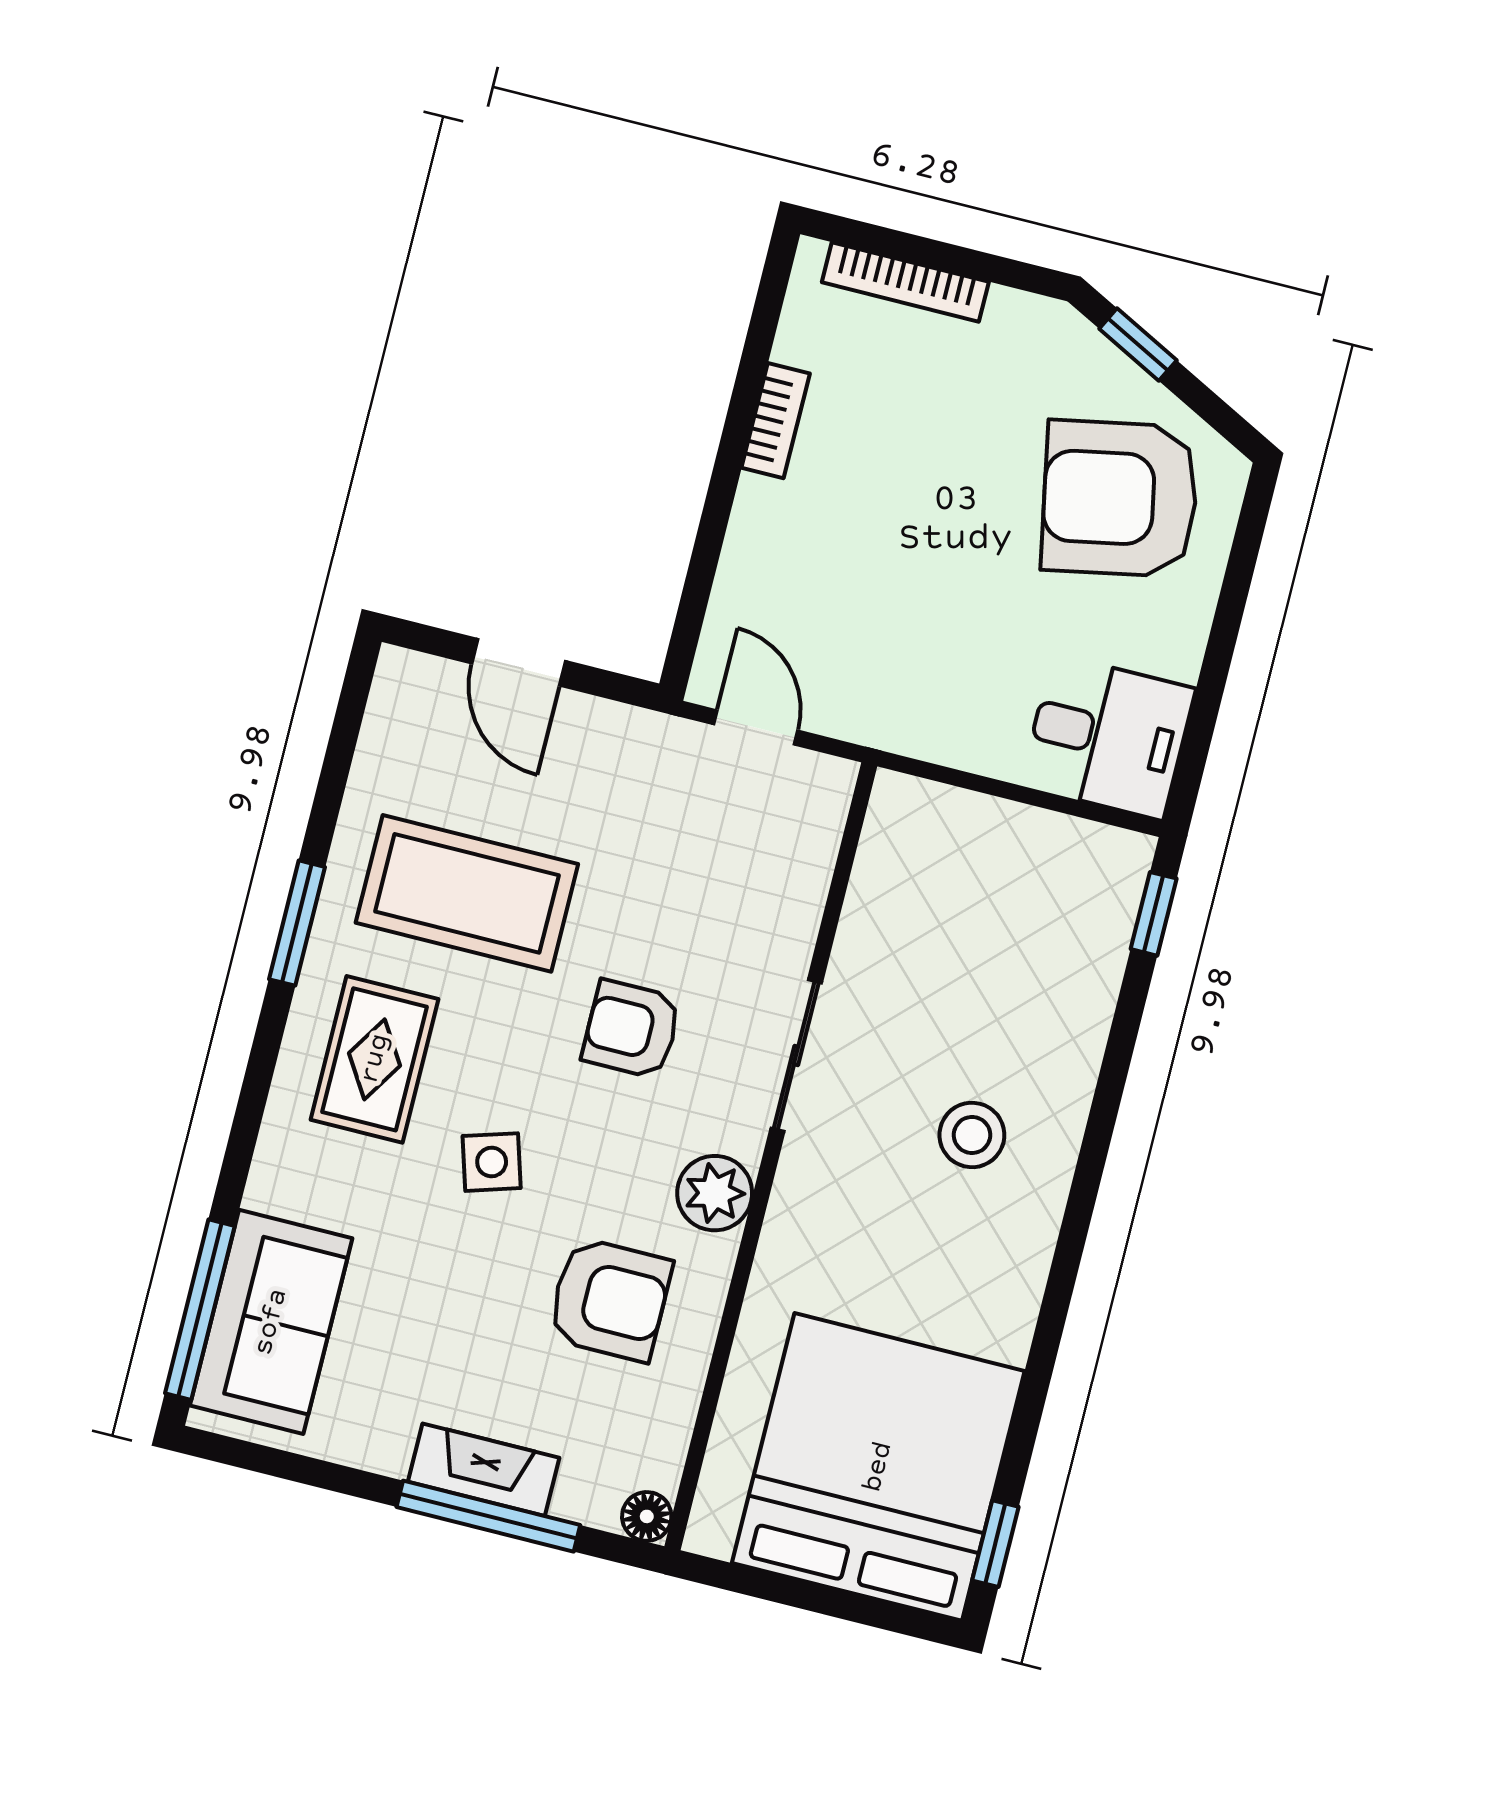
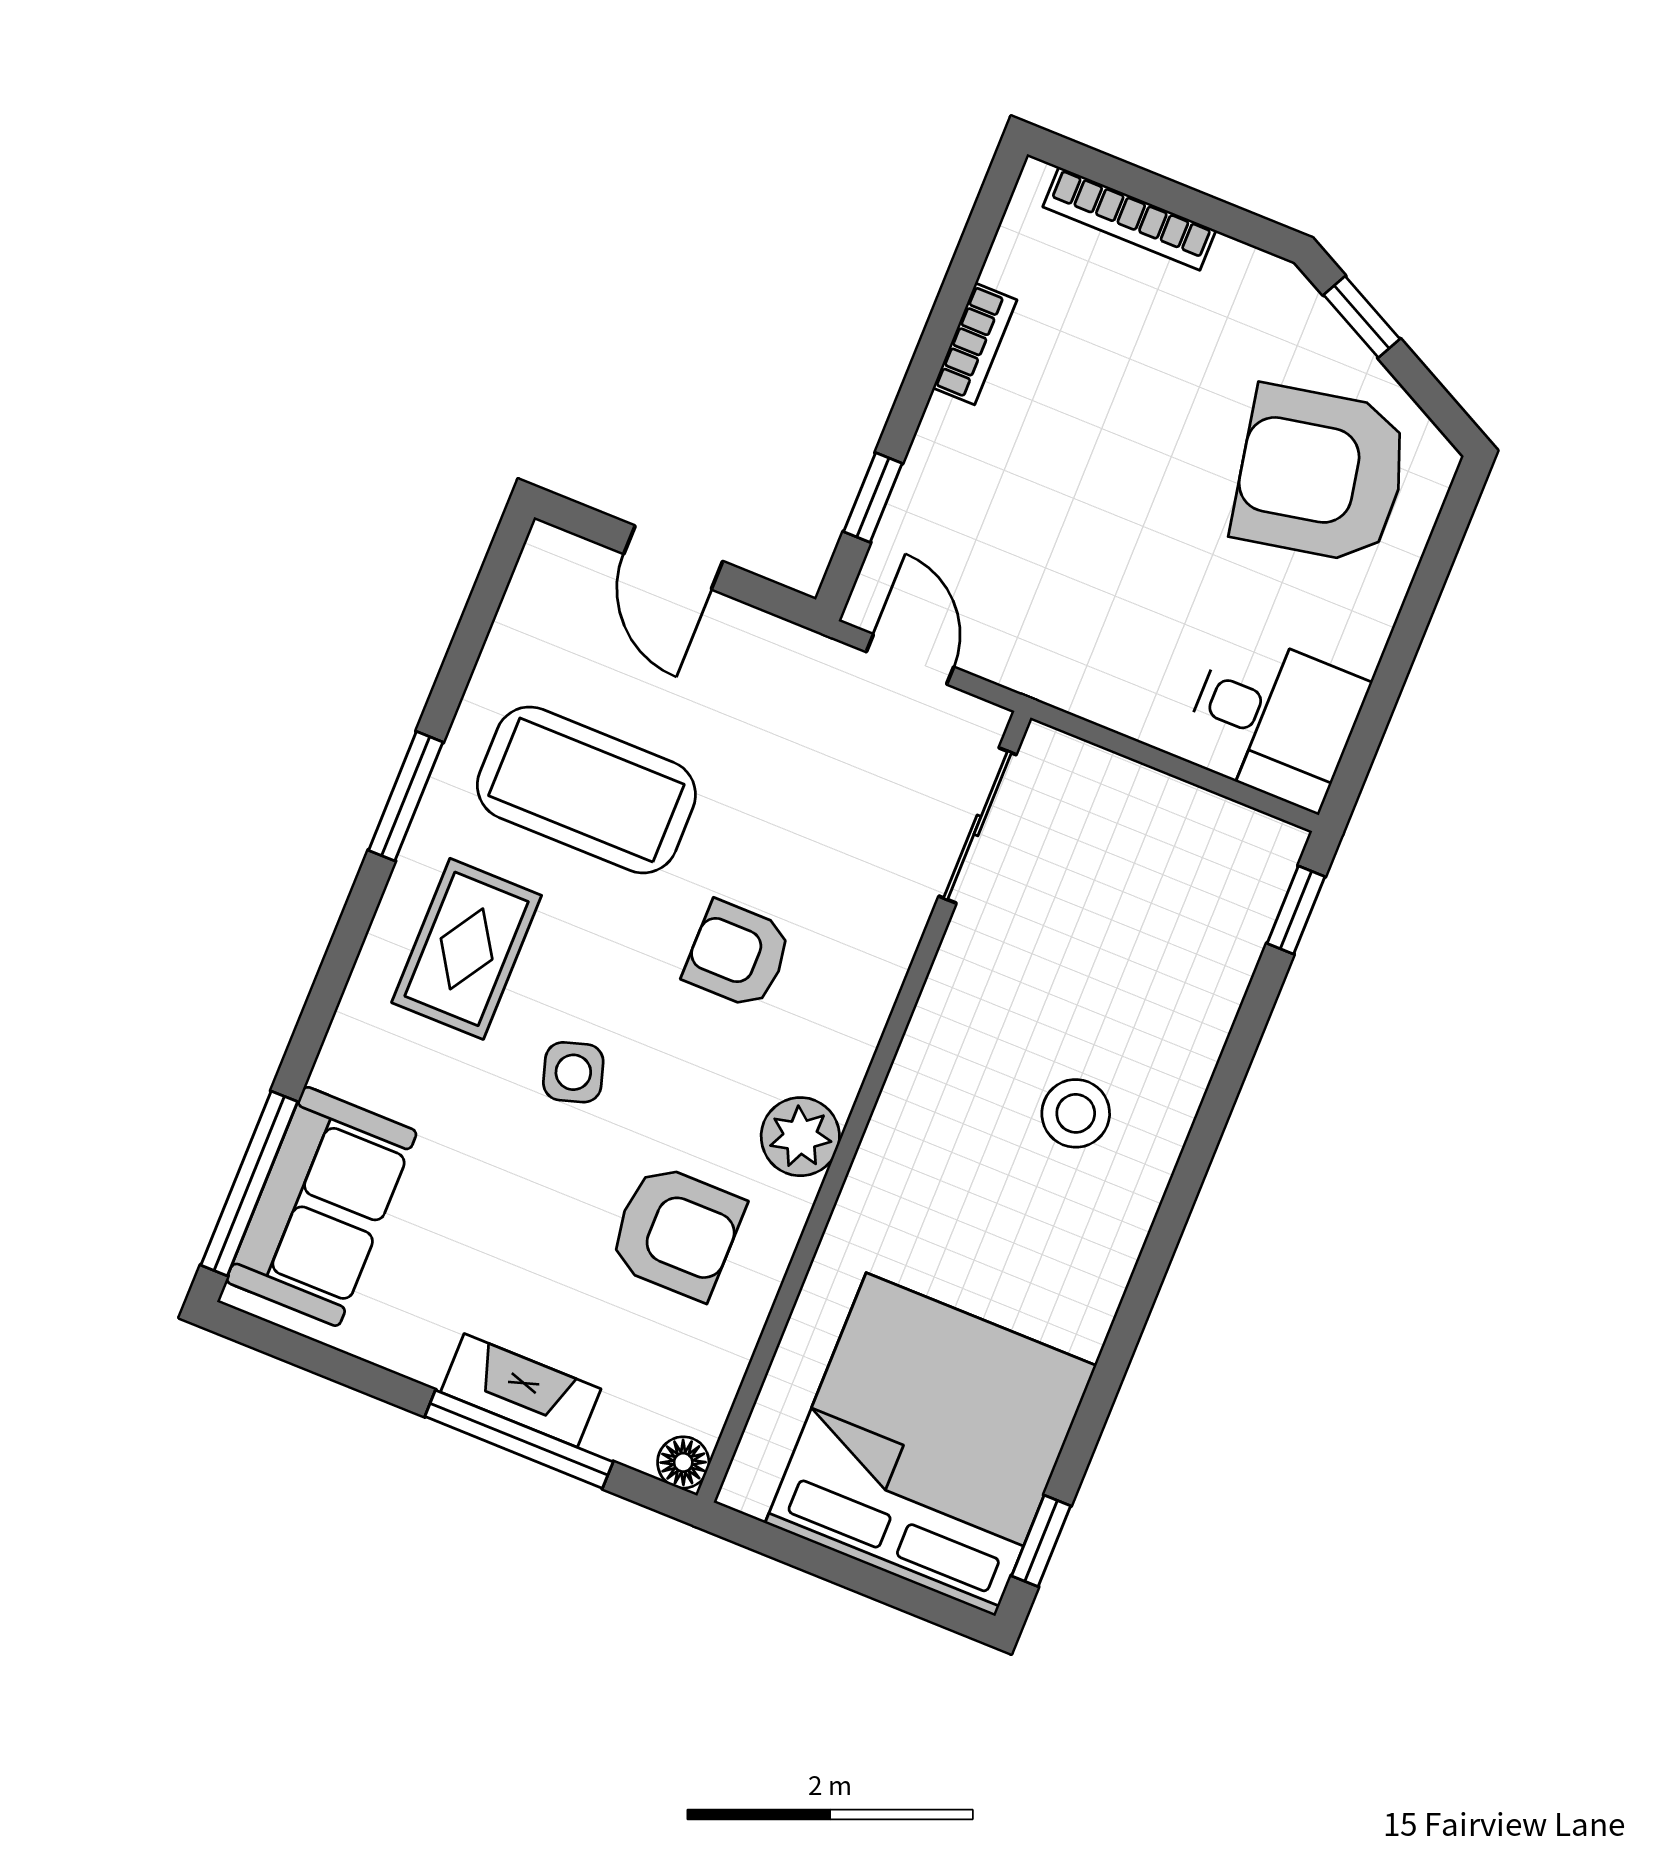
window: (699, 579) -> (873, 497), added
sliding door: (796, 1055) -> (978, 825), moved

